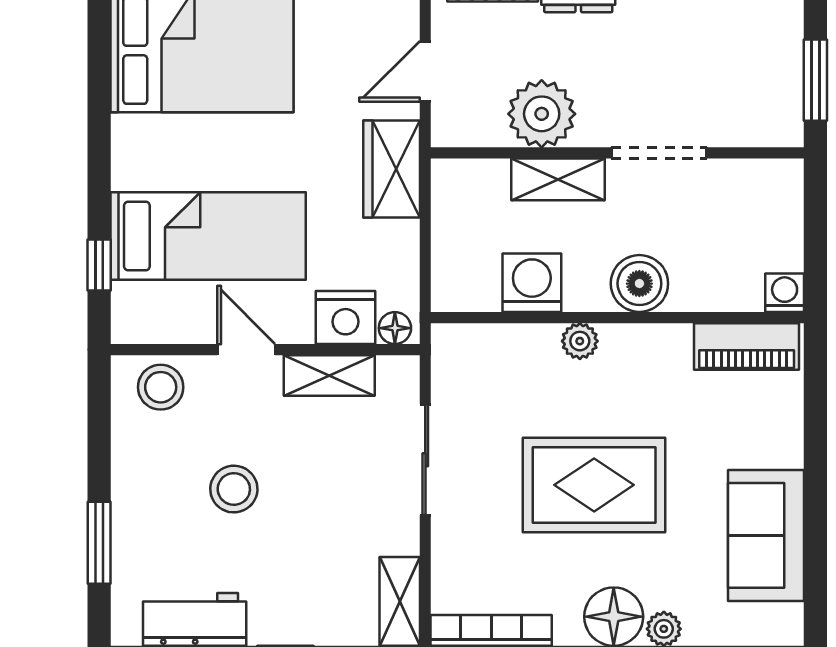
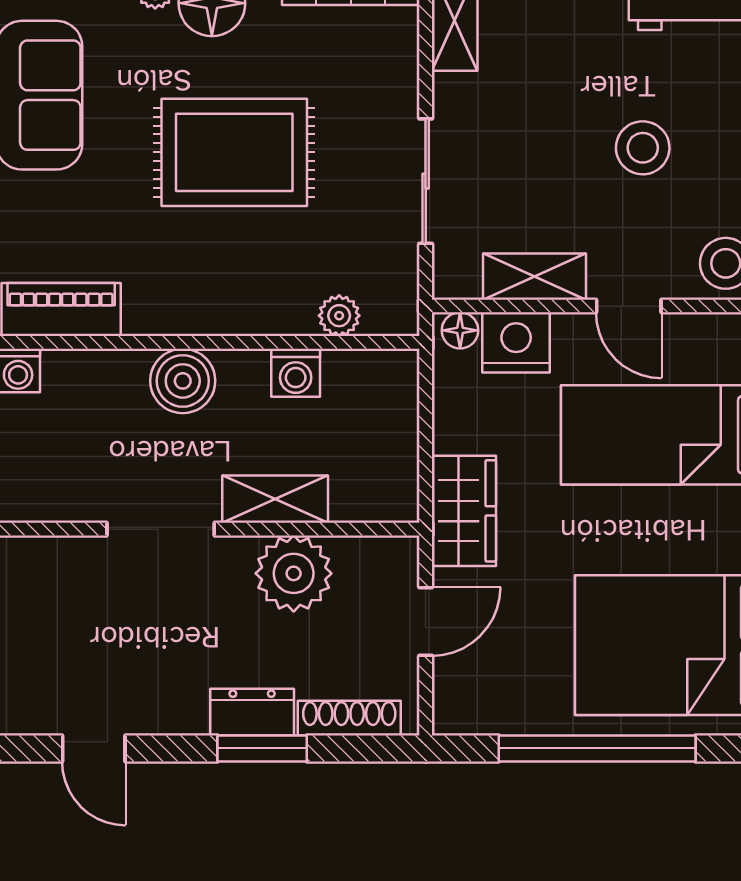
washing machine: (532, 283) -> (296, 373), width x0.73, depth x0.73
plant: (580, 341) -> (339, 316), moved

